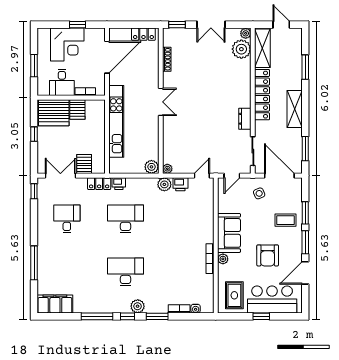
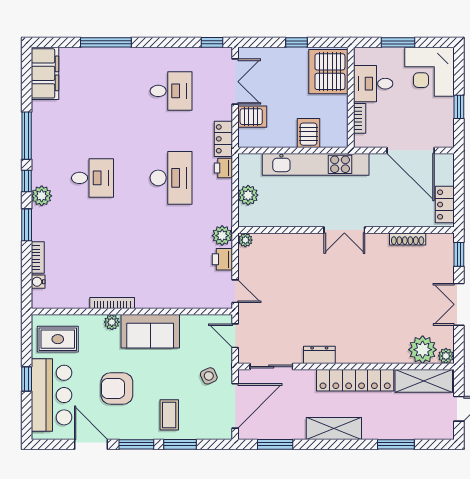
corner desk: (67, 44) -> (429, 72), moved
server rack: (77, 109) -> (308, 133), moved, turned 90
plant: (151, 167) -> (248, 195), moved
desk: (126, 272) -> (92, 178), width x0.73

